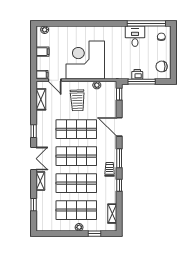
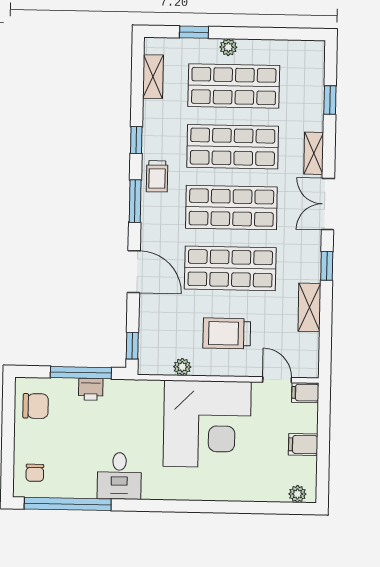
desk: (135, 36) -> (119, 476), moved
shelving: (41, 99) -> (309, 307), moved
trolley: (77, 100) -> (227, 333), turned -88

